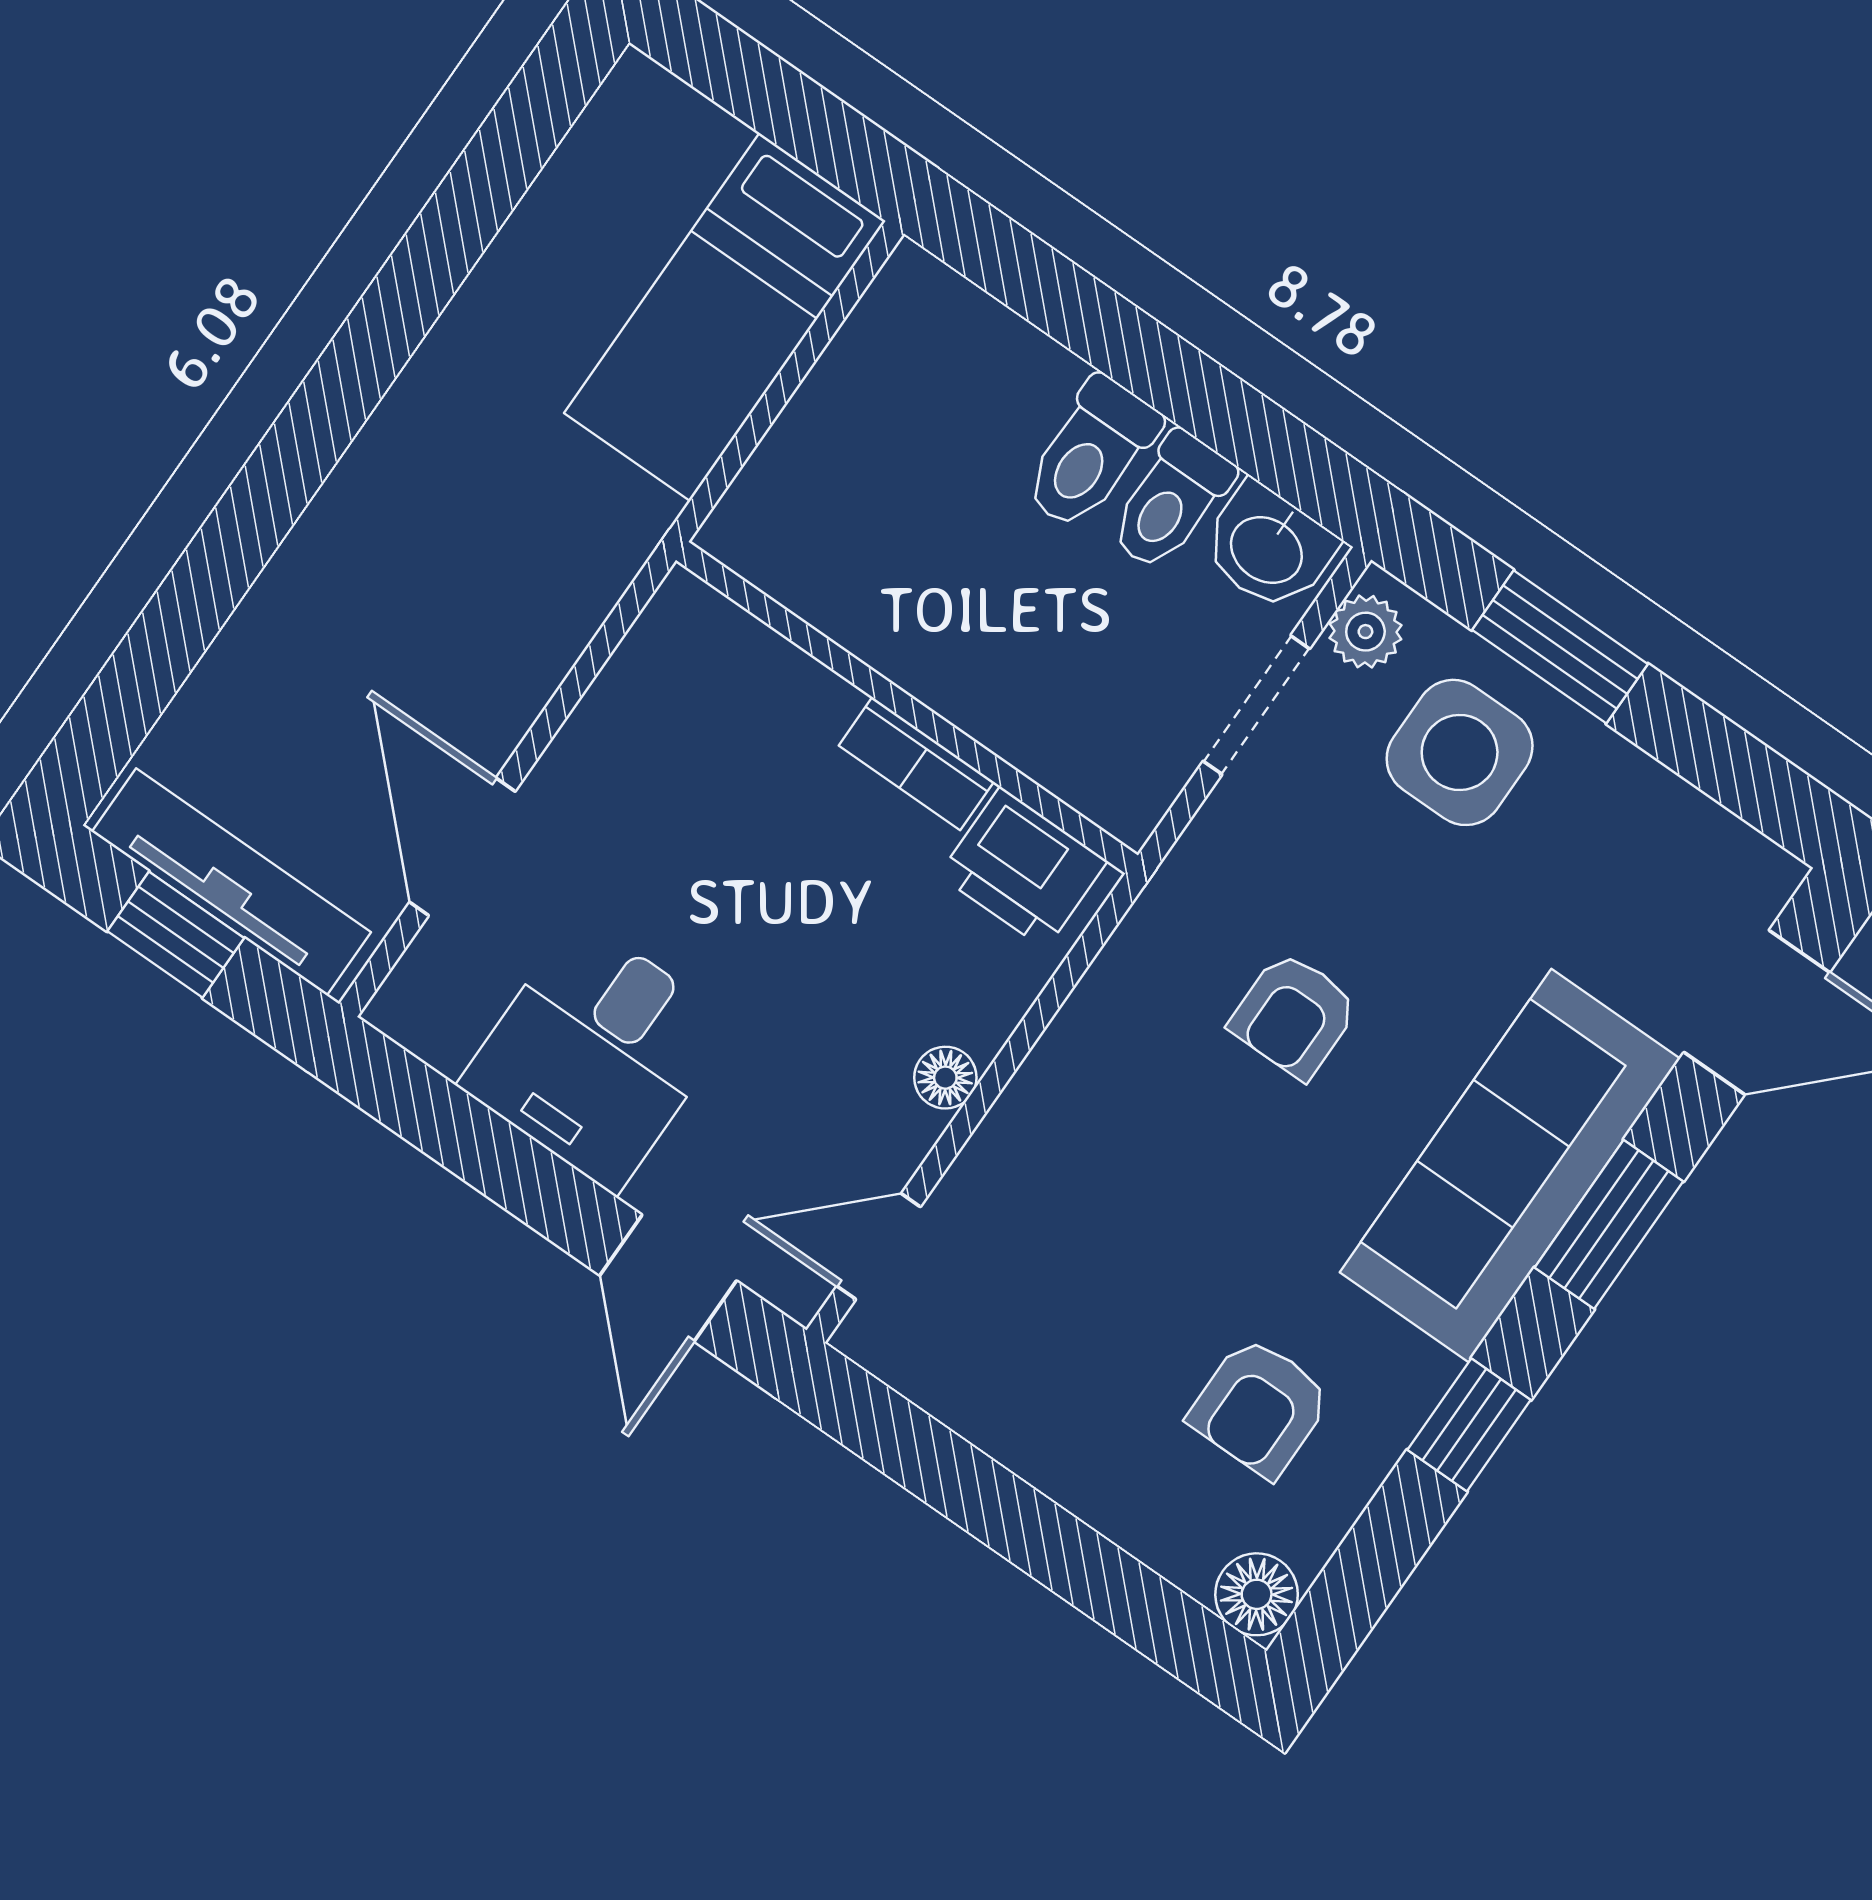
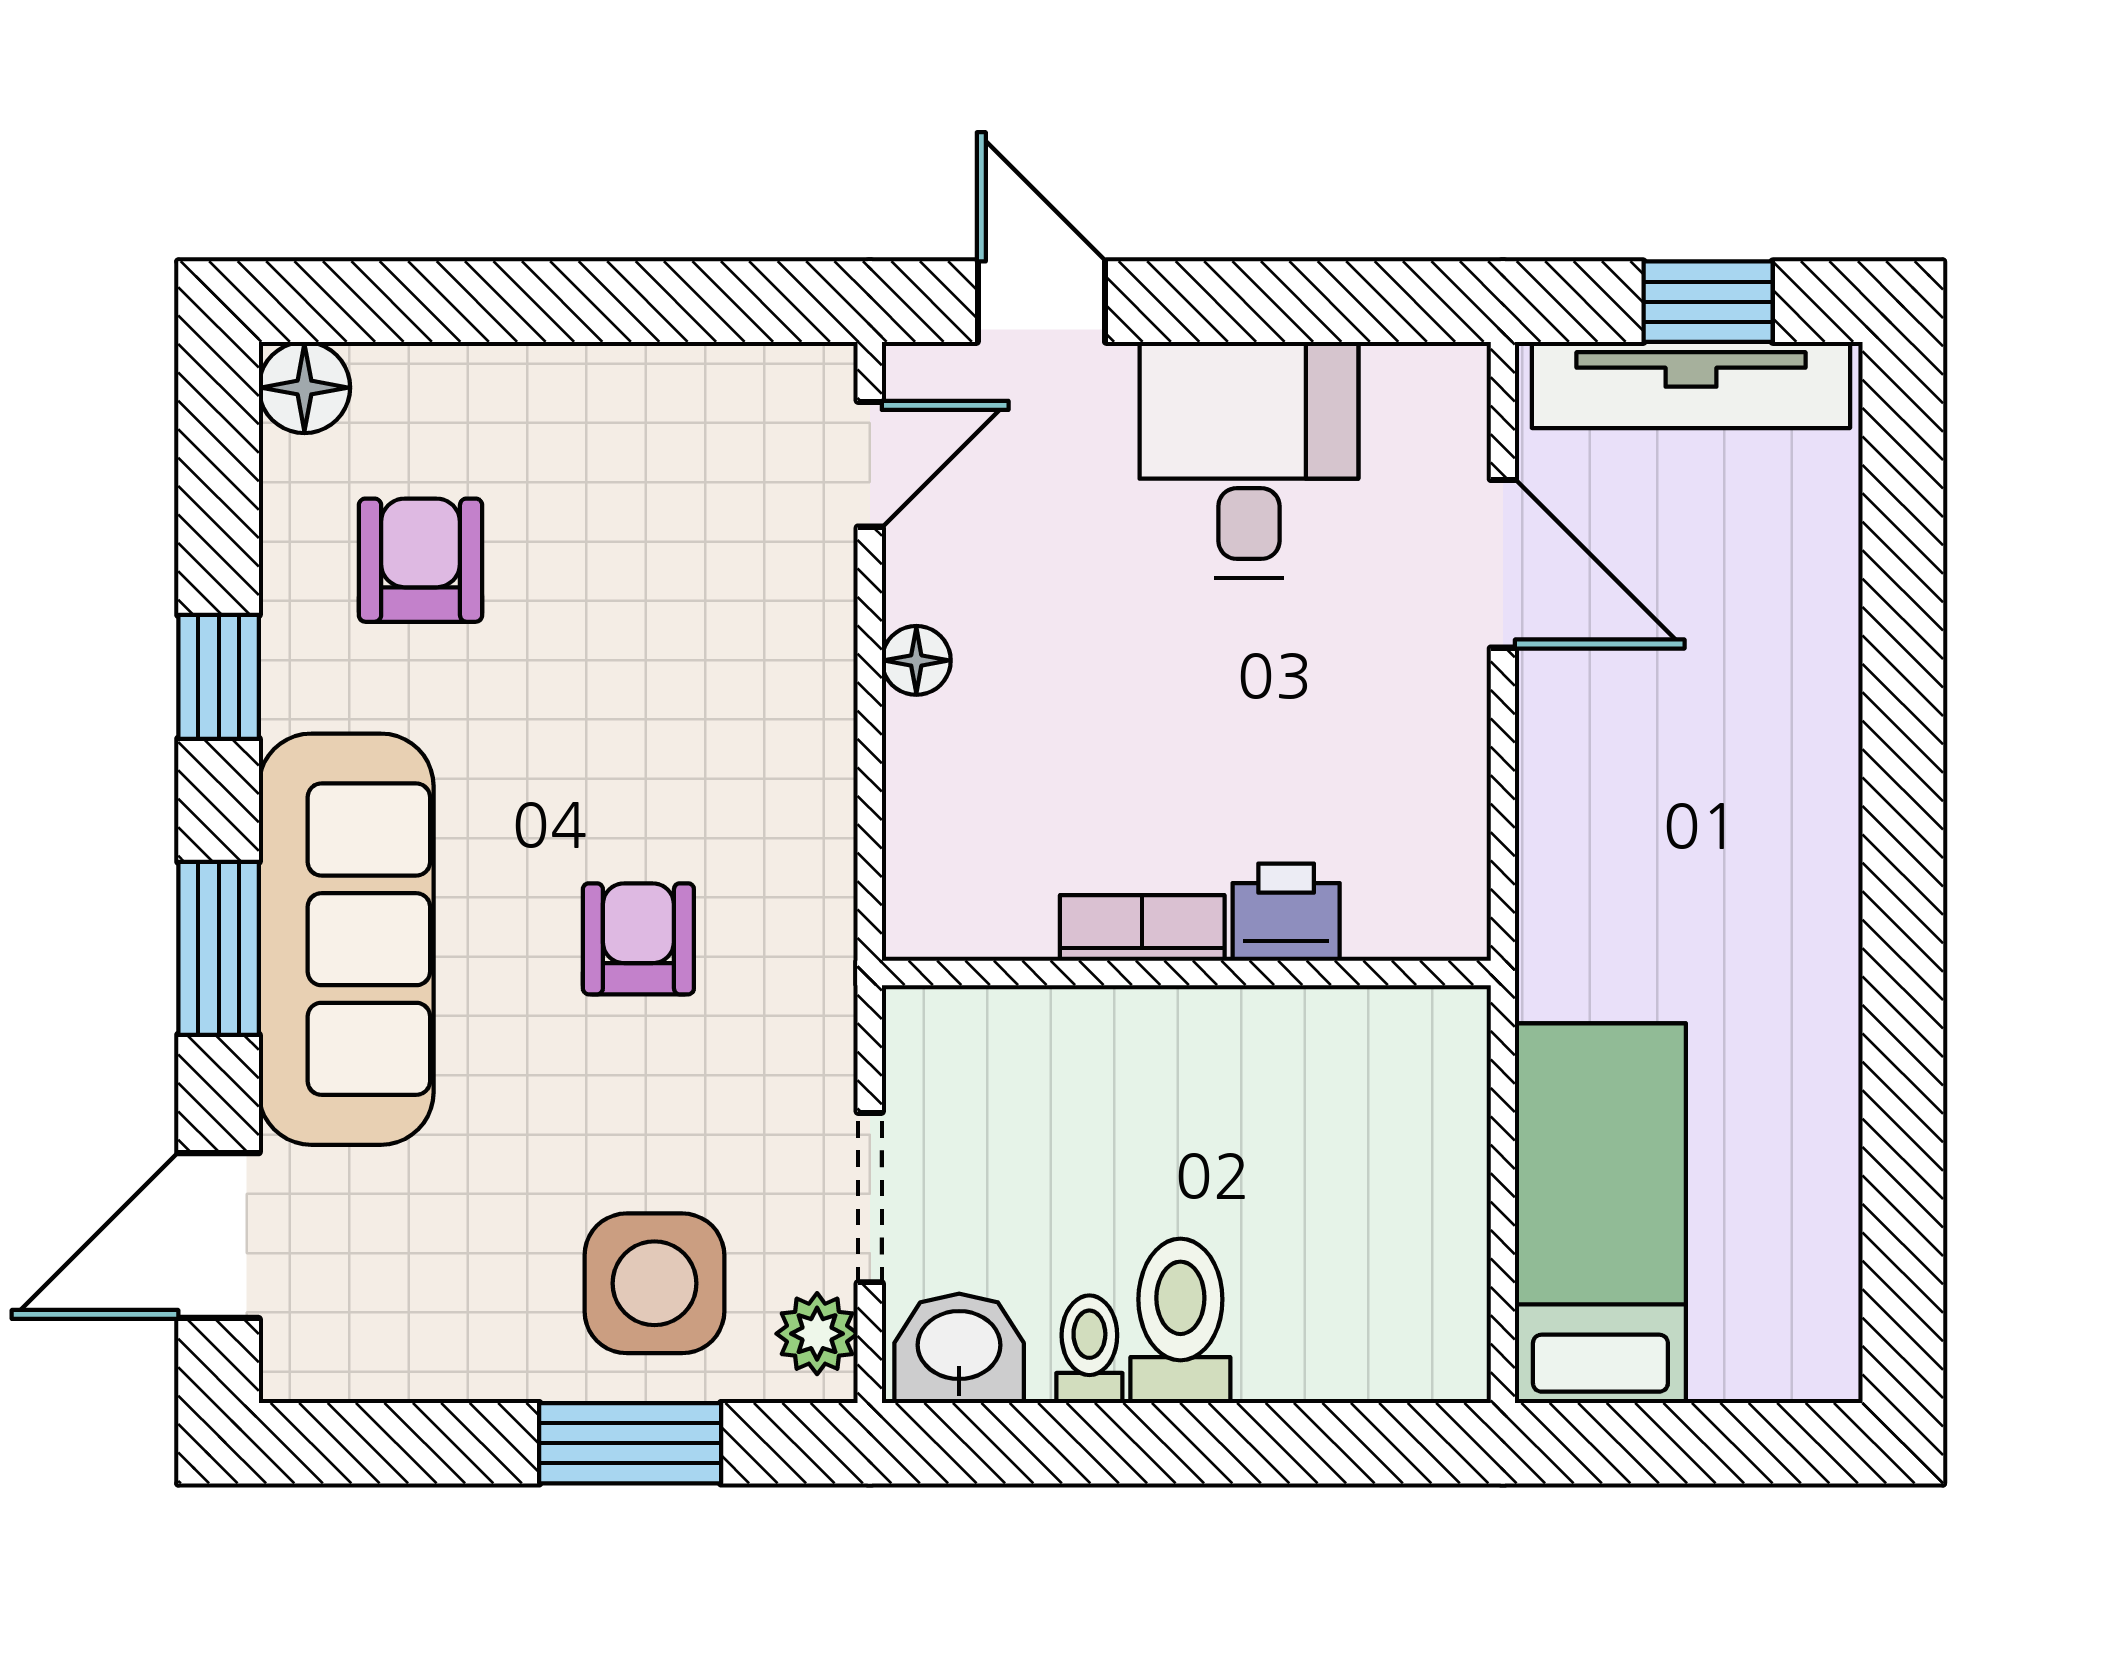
toilet: (1171, 501) -> (1089, 1349), width x0.73, depth x0.72
printer: (1023, 868) -> (1286, 912), moved, width x0.73, depth x0.81

